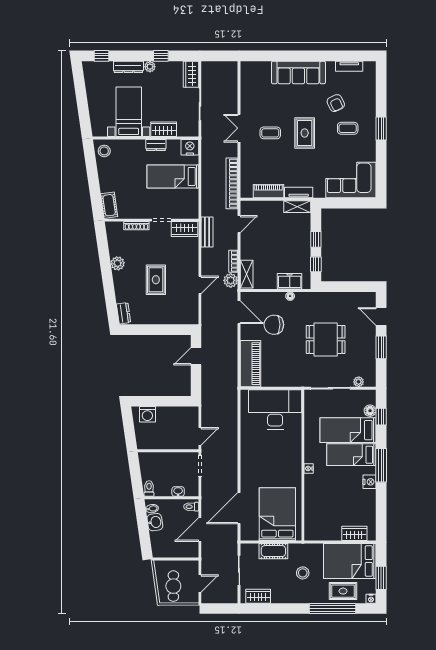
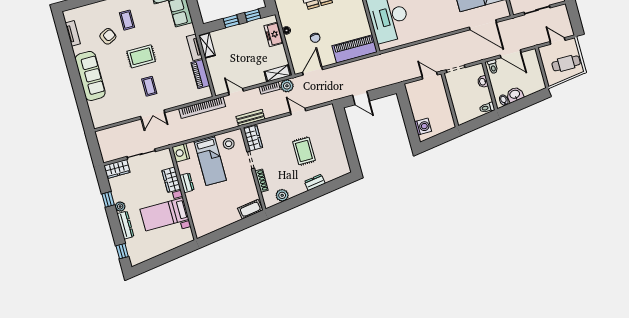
stool: (104, 151) -> (229, 144), moved
plant: (118, 263) -> (282, 195), moved
rug: (156, 280) -> (304, 151), turned 90
dresser: (124, 313) -> (315, 182), moved
chair: (274, 325) -> (315, 38), width x0.54, depth x0.54

